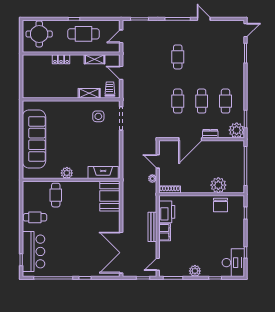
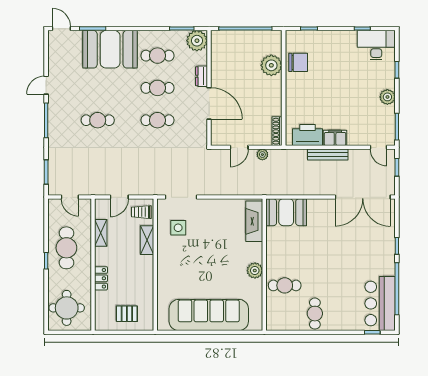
booth: (230, 66) -> (110, 49), added
pallet: (35, 78) -> (127, 314), added
bar counter: (33, 251) -> (380, 303), moved, turned -90

